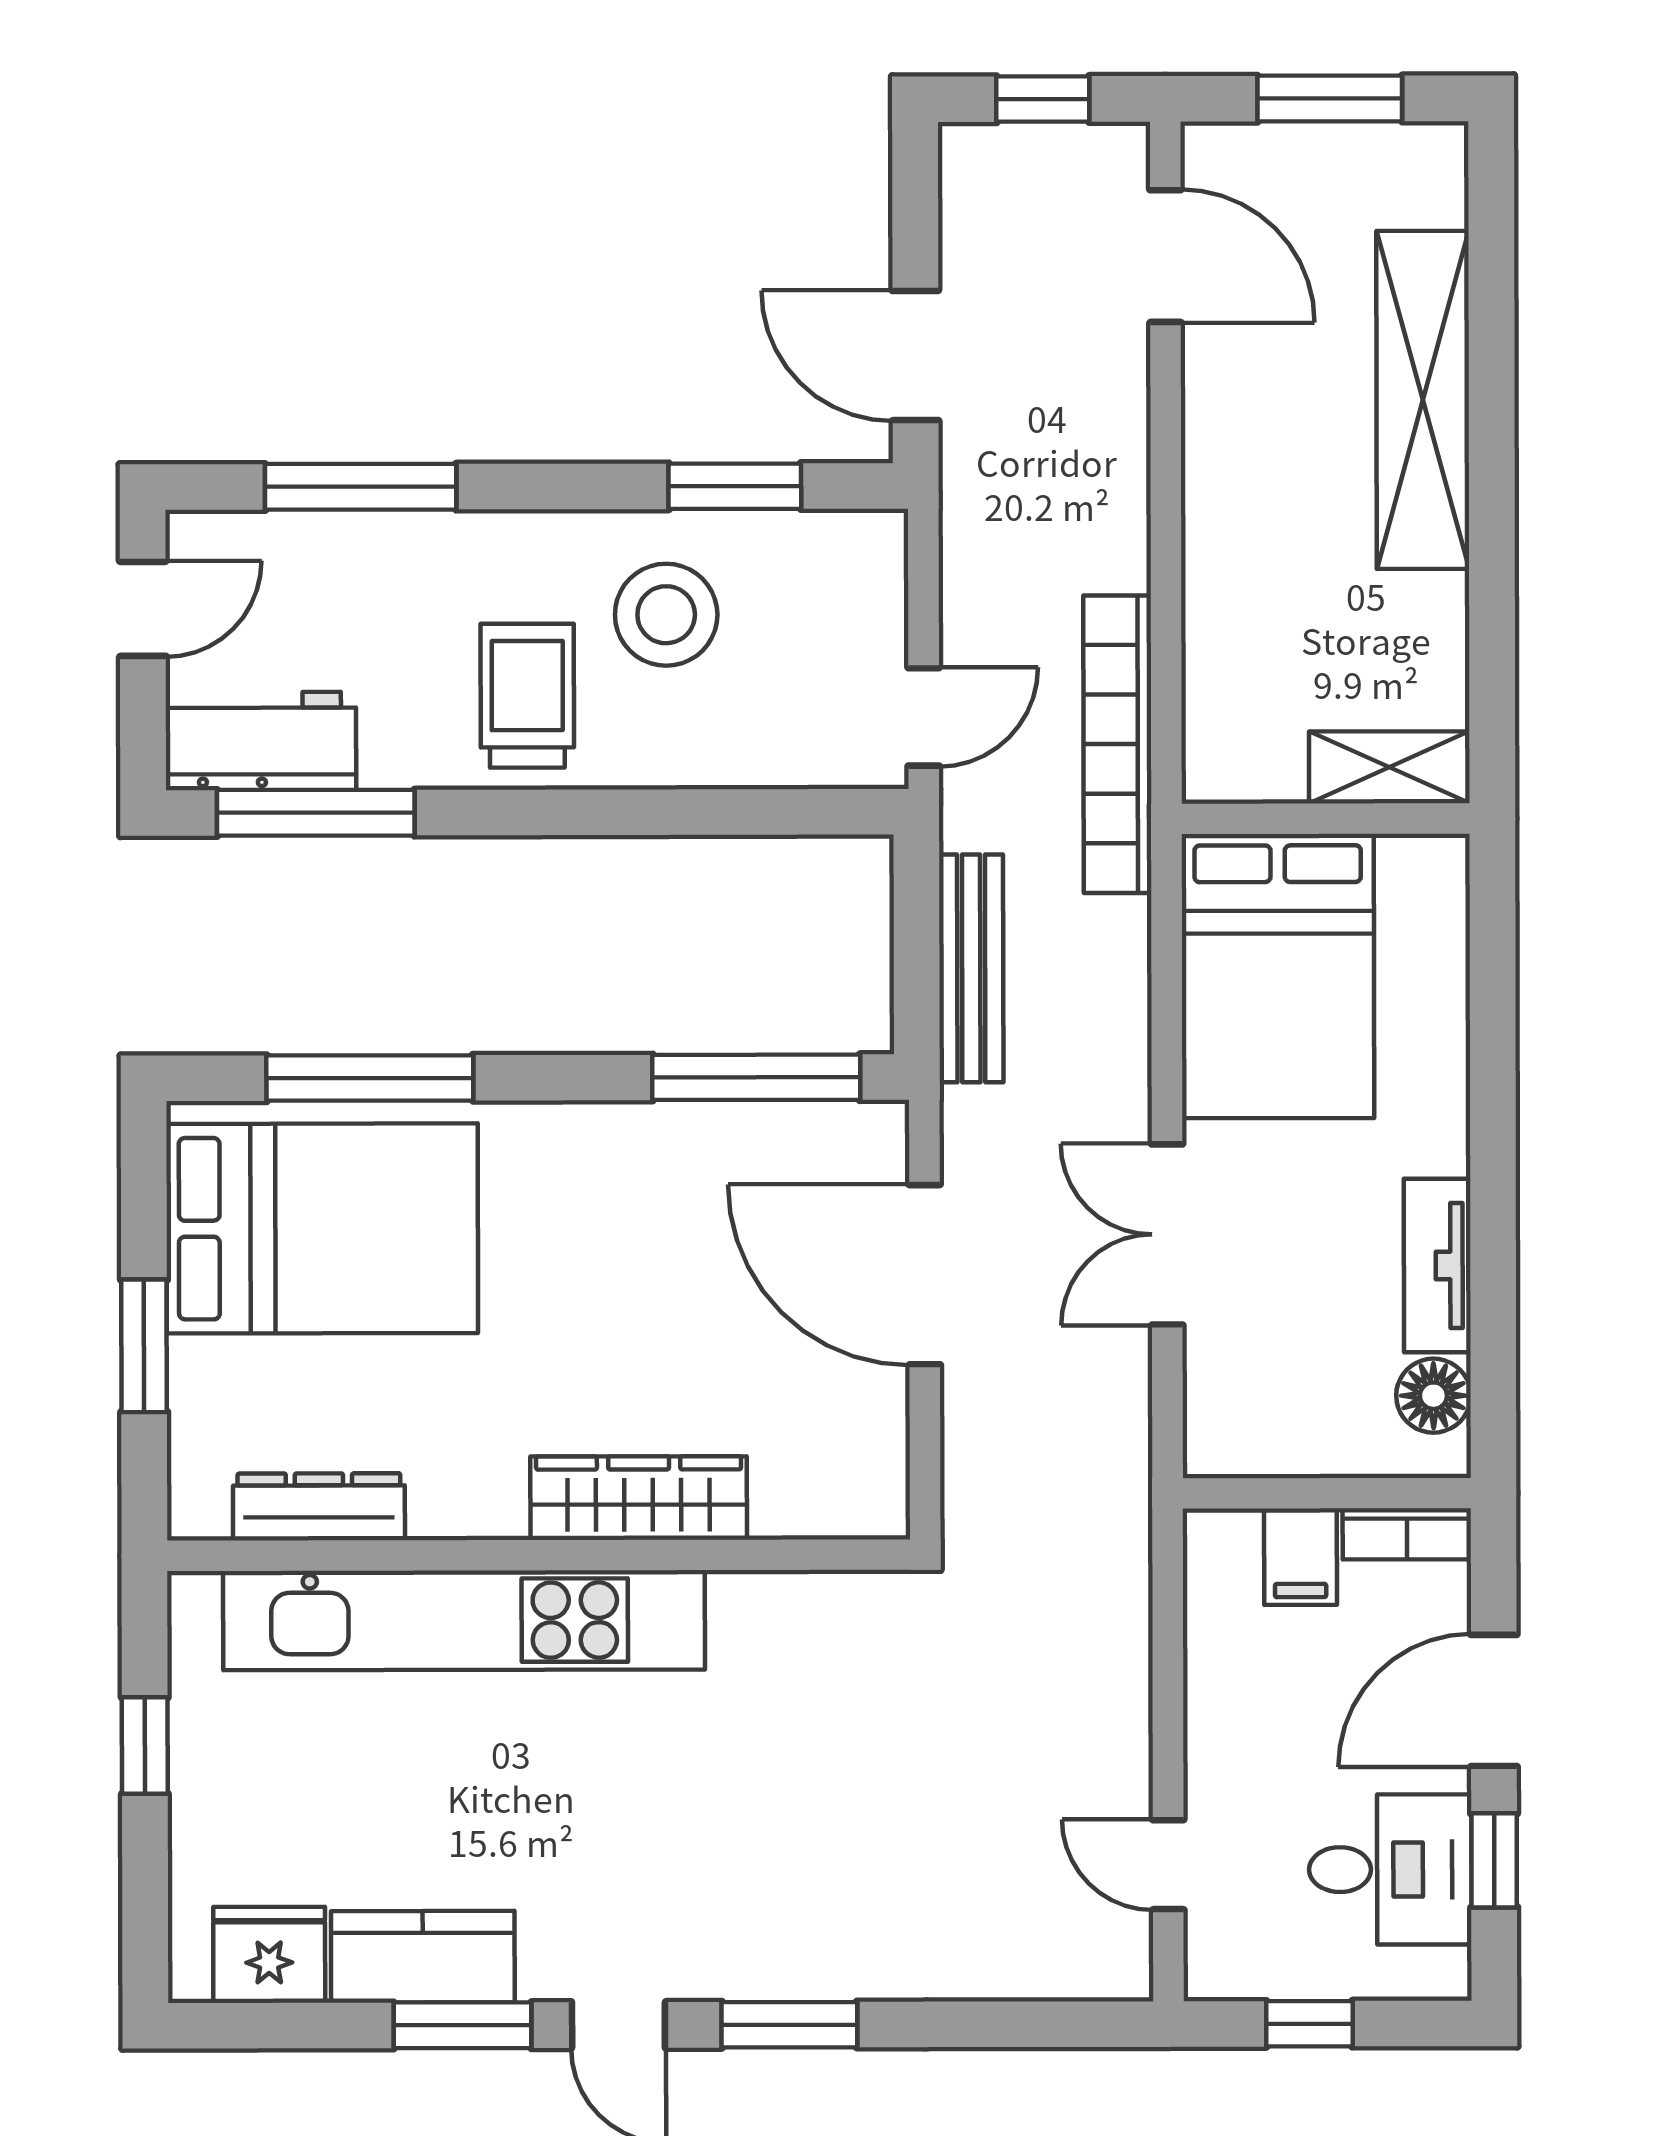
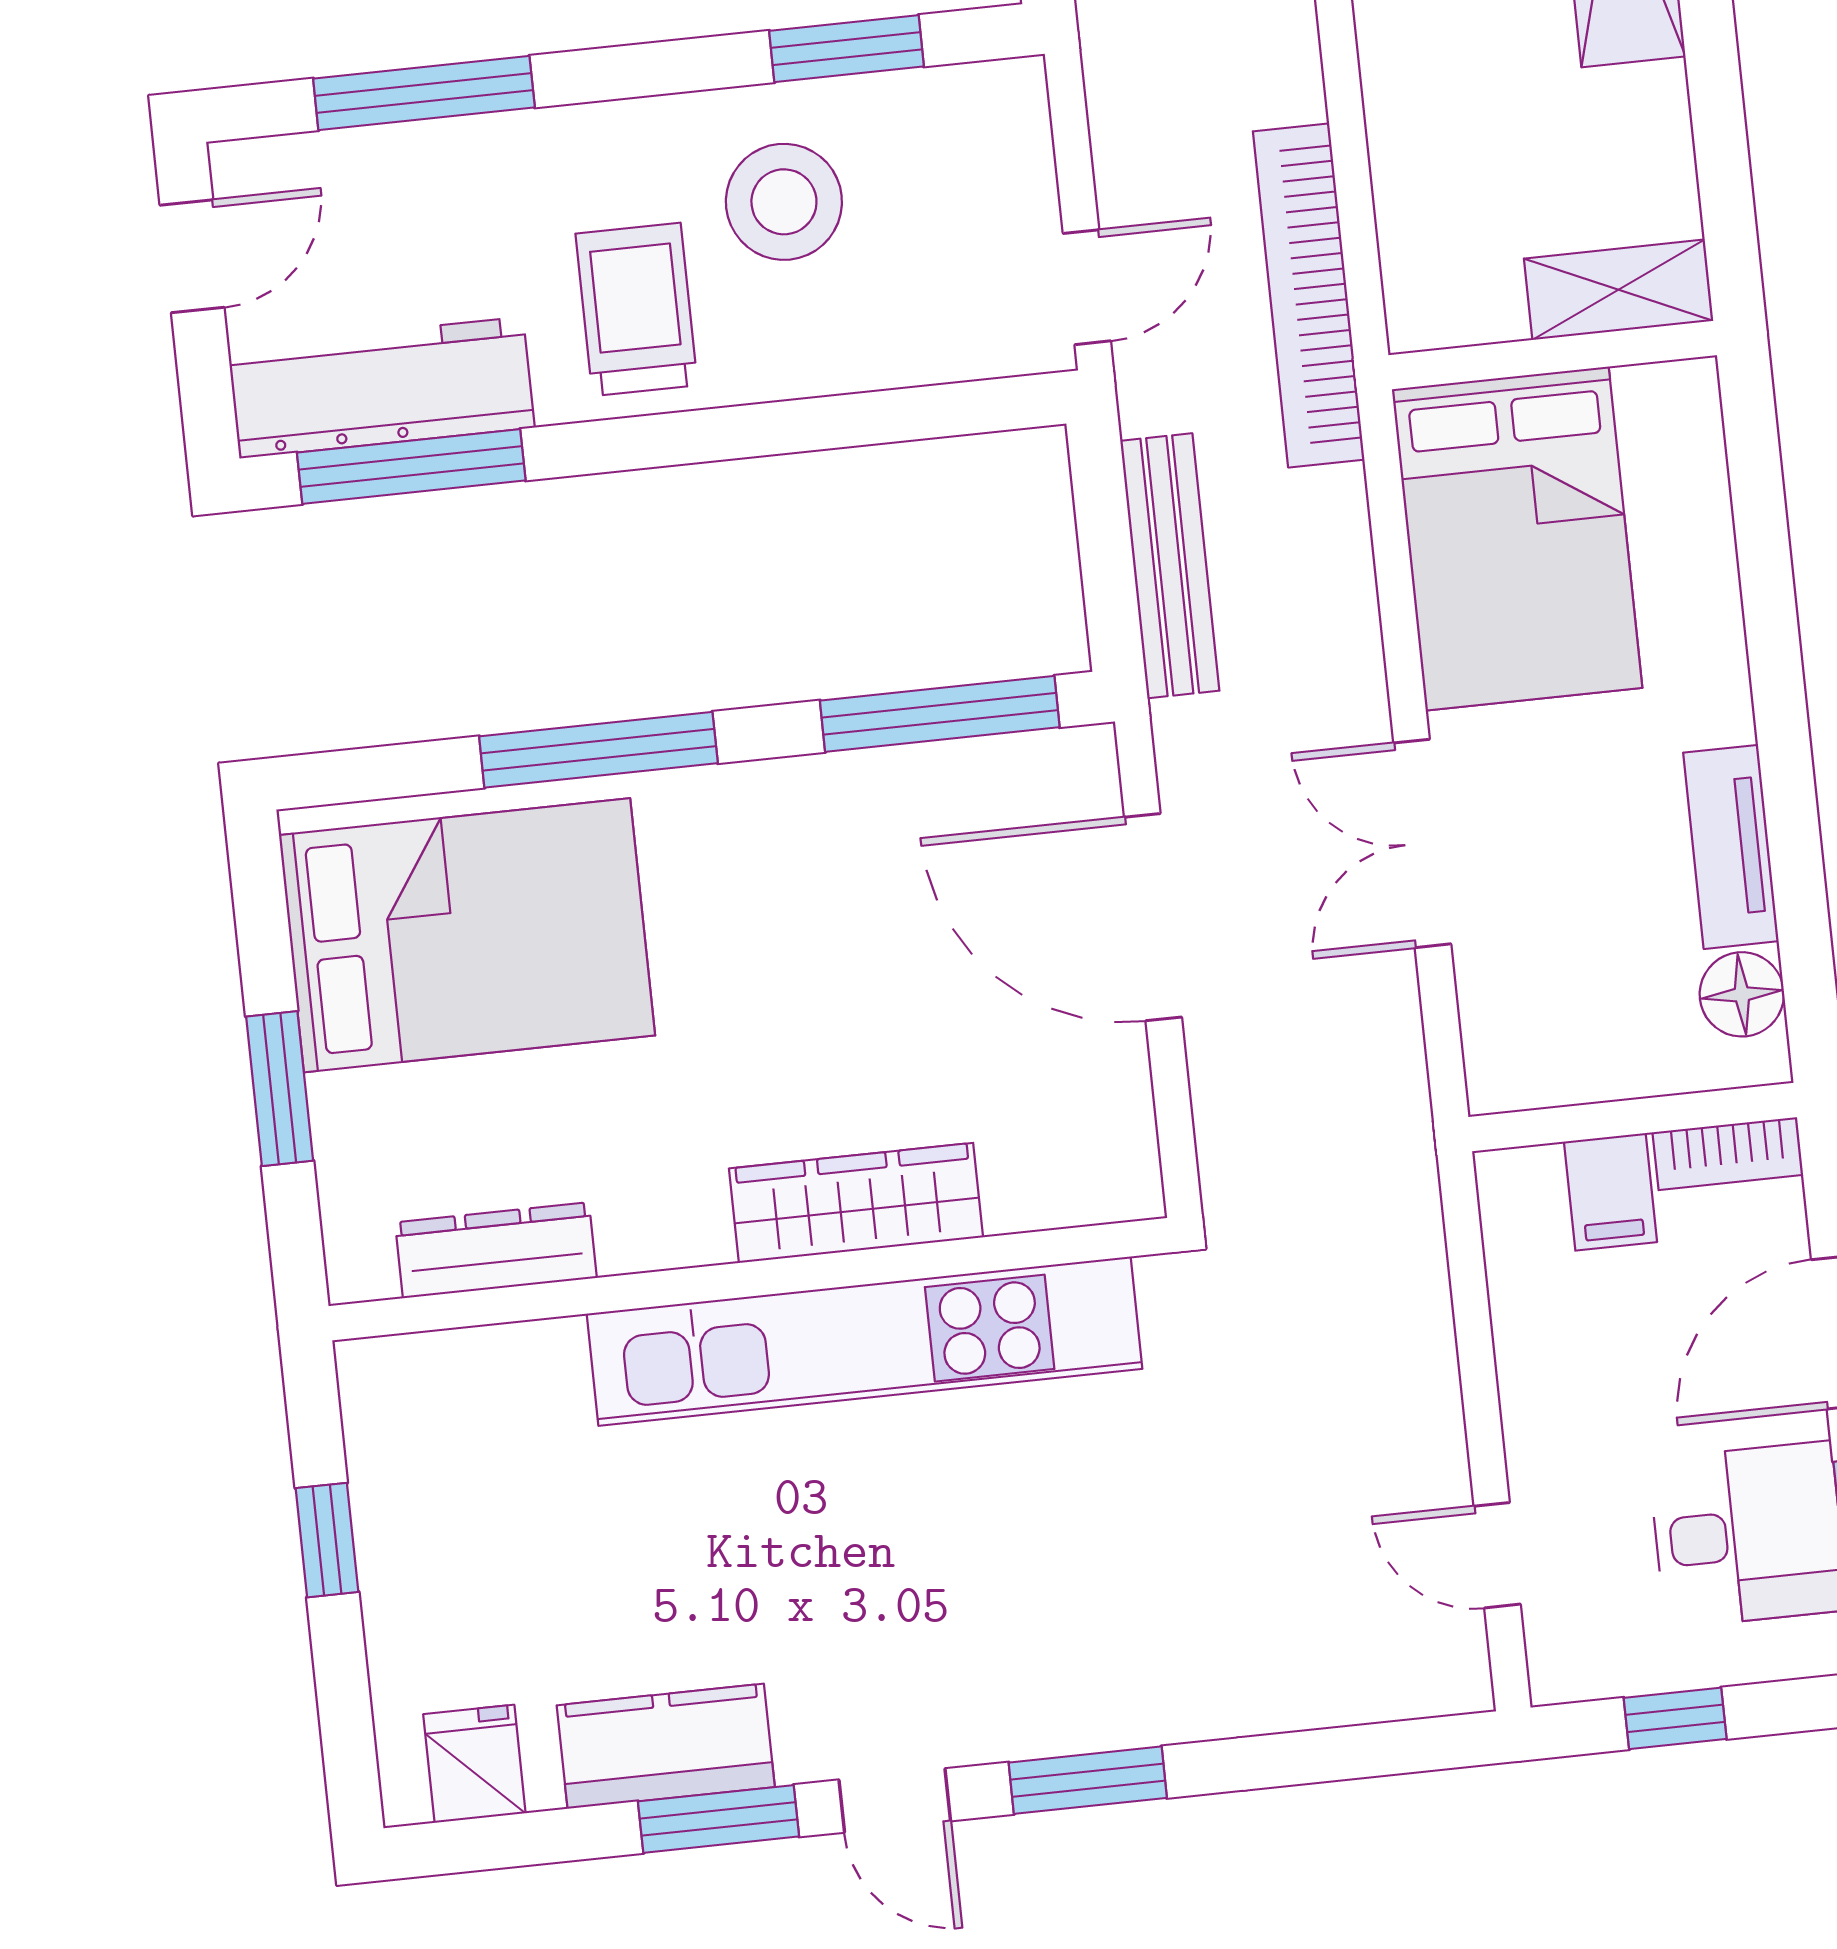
workbench: (261, 741) -> (381, 388), width x1.38
window: (370, 1078) -> (598, 750), moved
kitchen unit: (464, 1620) -> (865, 1341), moved
fridge: (269, 1955) -> (474, 1764), width x0.72

